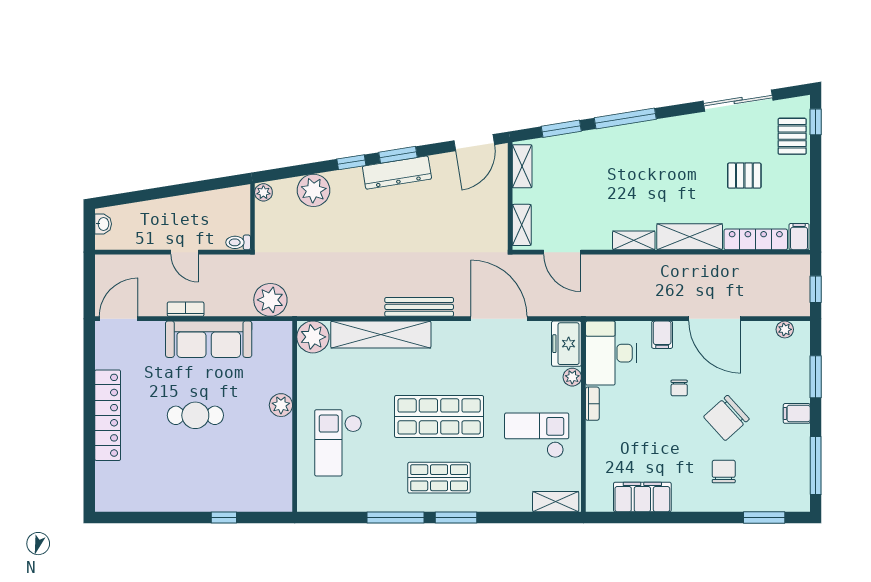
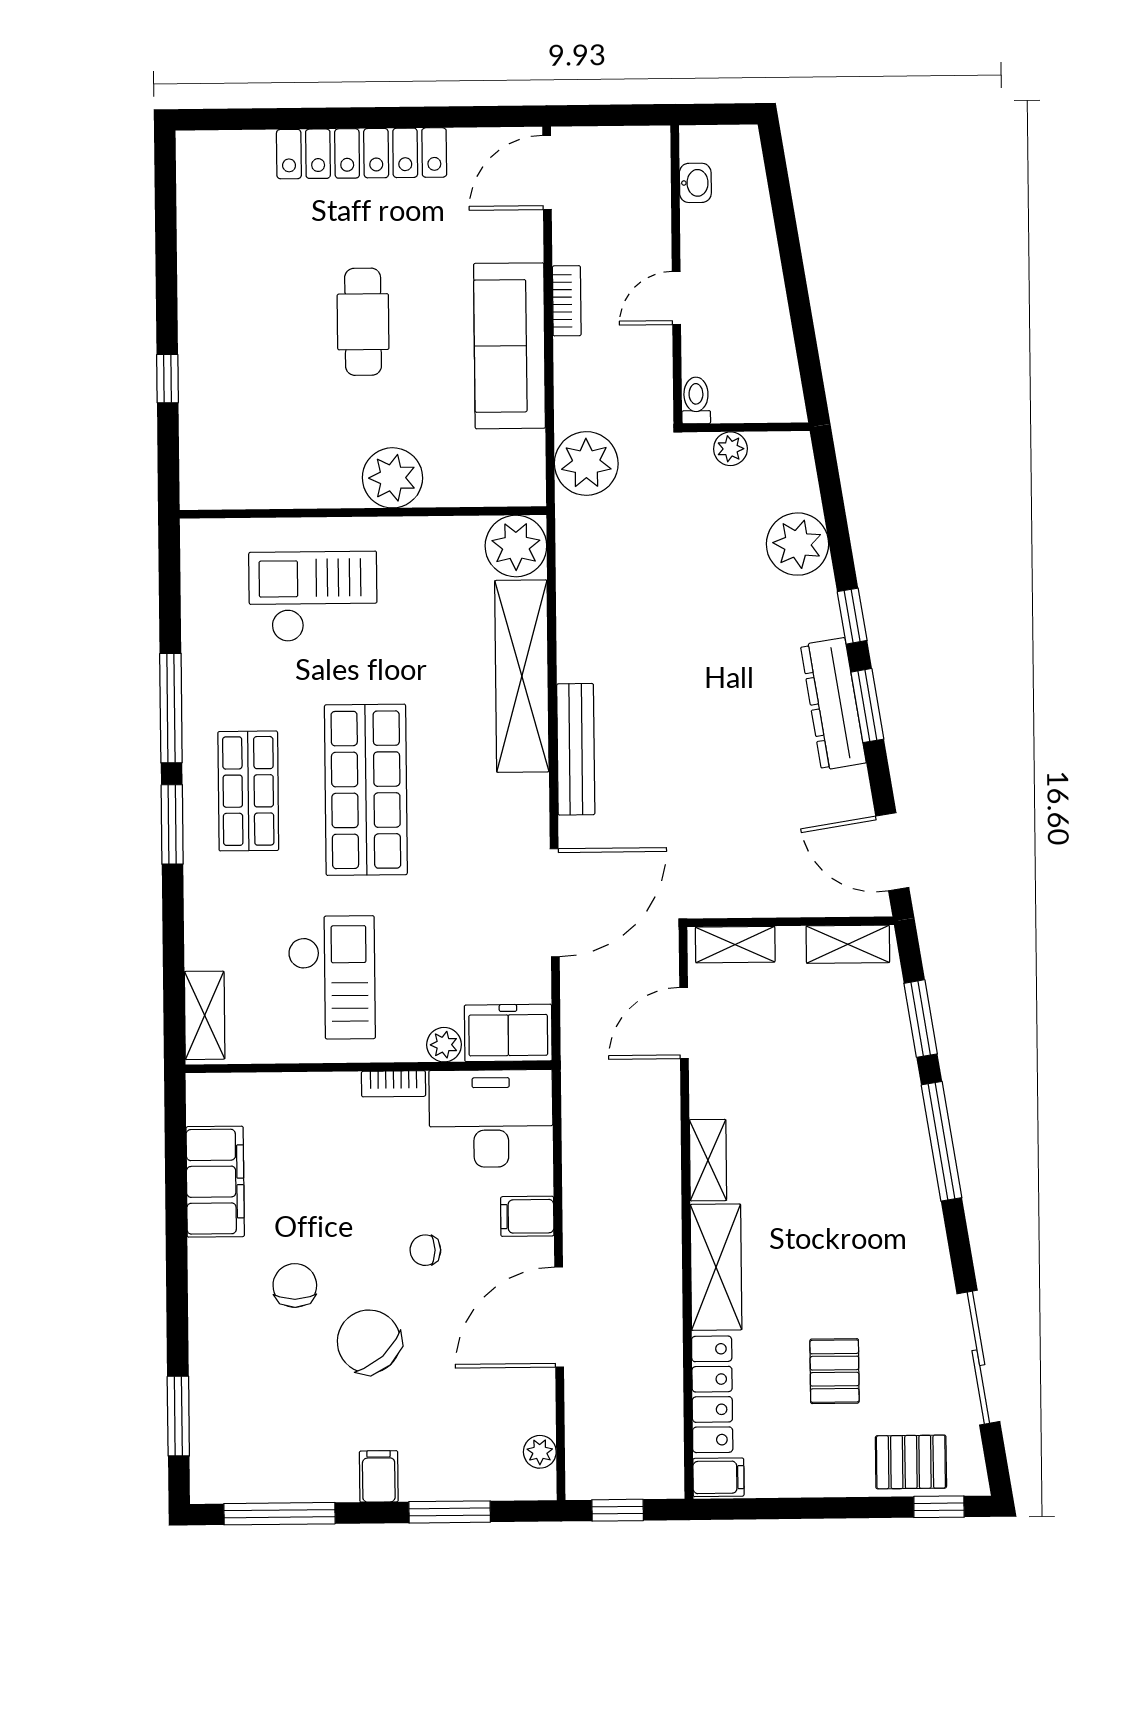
plant: (263, 192) -> (730, 449), moved
washbasin: (103, 224) -> (695, 183), moved, turned -90
door: (119, 319) -> (547, 172), swing flipped
plant: (281, 405) -> (392, 478), width x1.36, depth x1.36
chair: (724, 472) -> (295, 1285), moved, turned -90

